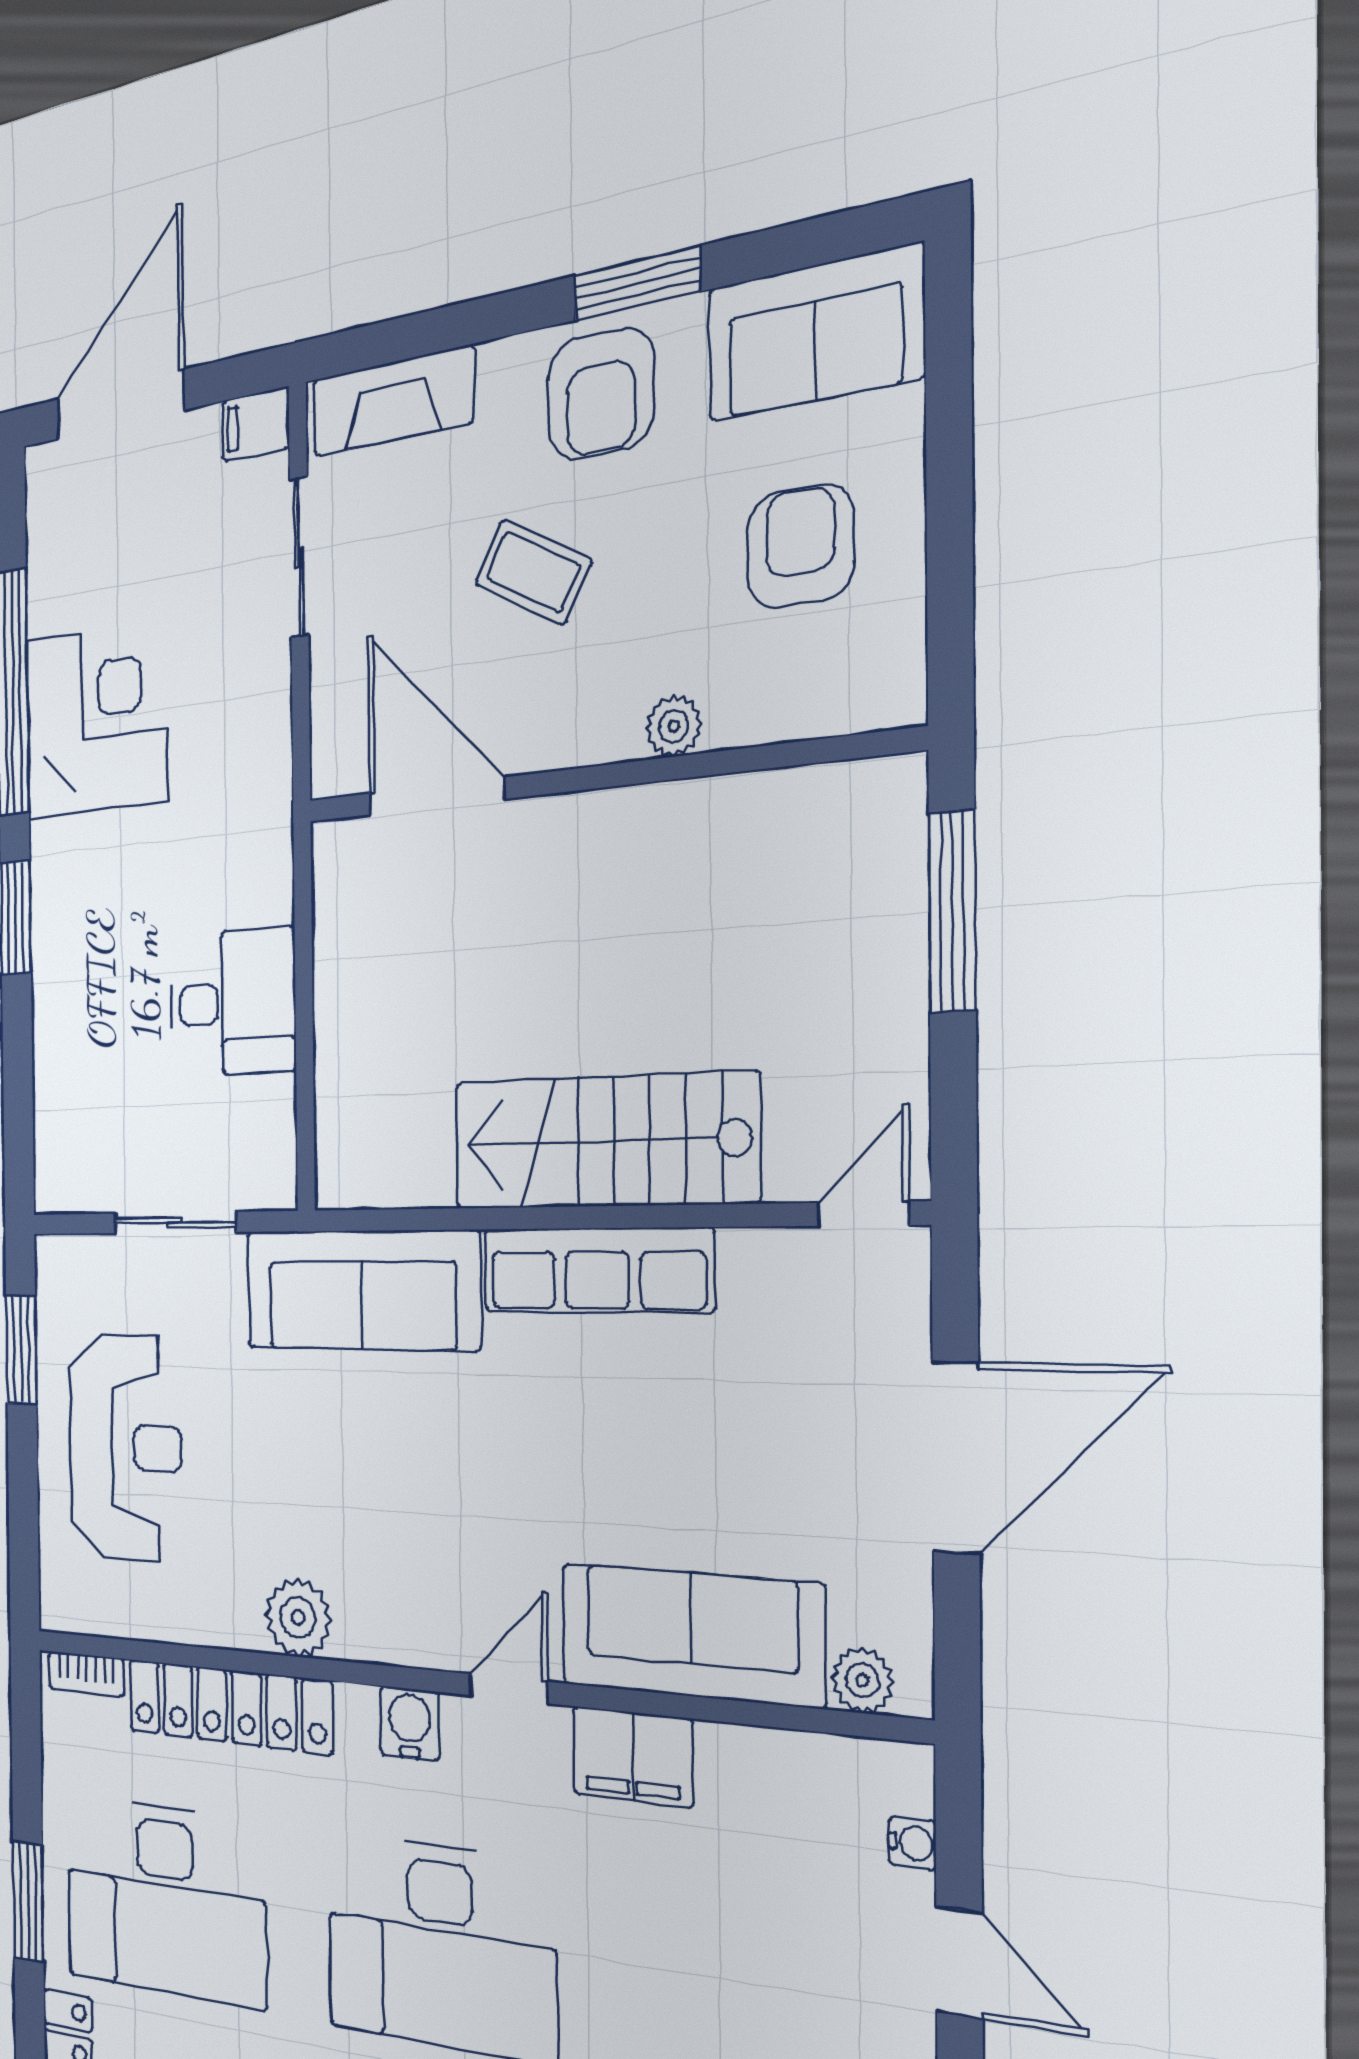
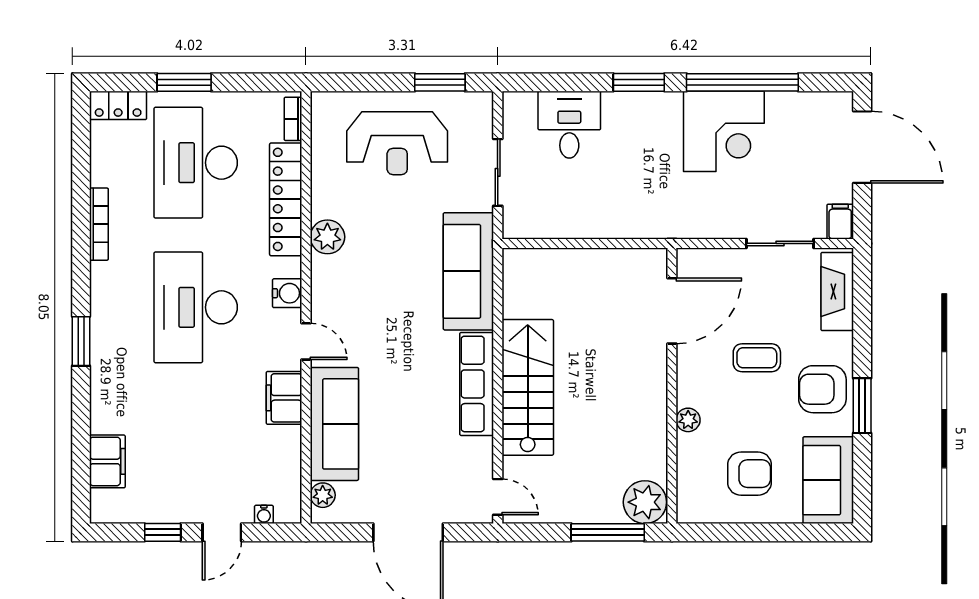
coffee table: (533, 572) -> (757, 358), turned 61
plant: (874, 817) -> (645, 502), added
desk: (232, 1003) -> (569, 125), moved, turned 180

